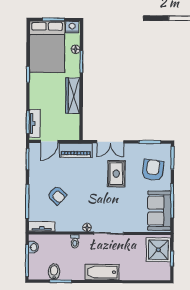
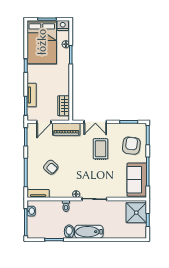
wardrobe: (73, 96) -> (64, 106), moved, width x0.67
tv unit: (35, 123) -> (32, 95), moved
bidet: (54, 272) -> (69, 232), moved

